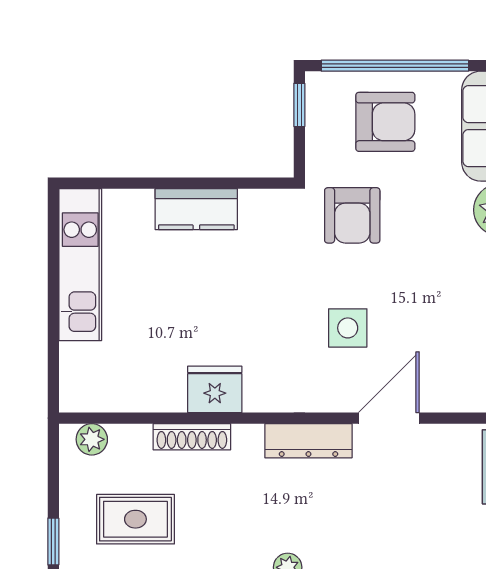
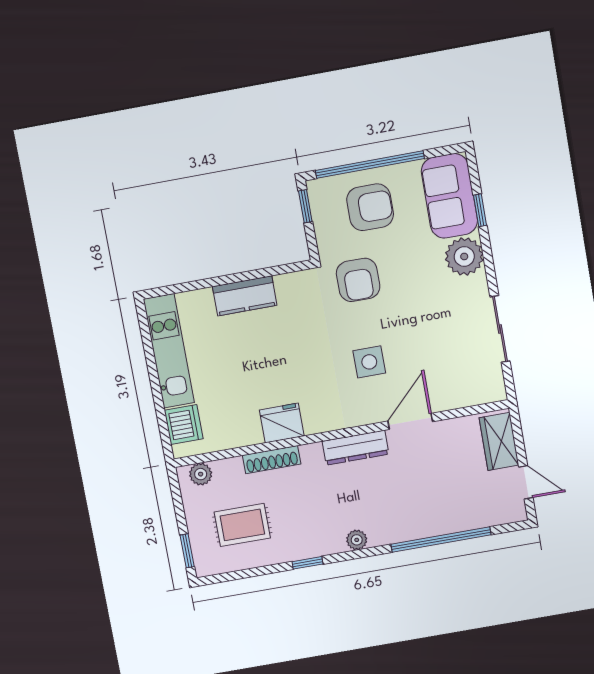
dishwasher: (81, 368) -> (184, 425), added

